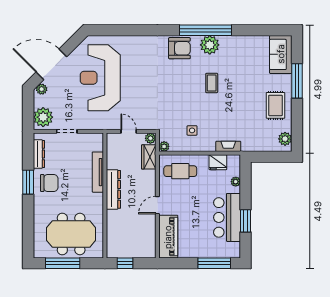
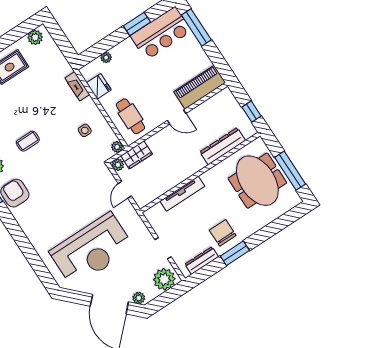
dresser: (113, 189) -> (223, 146), moved
bar counter: (227, 217) -> (161, 33), moved

